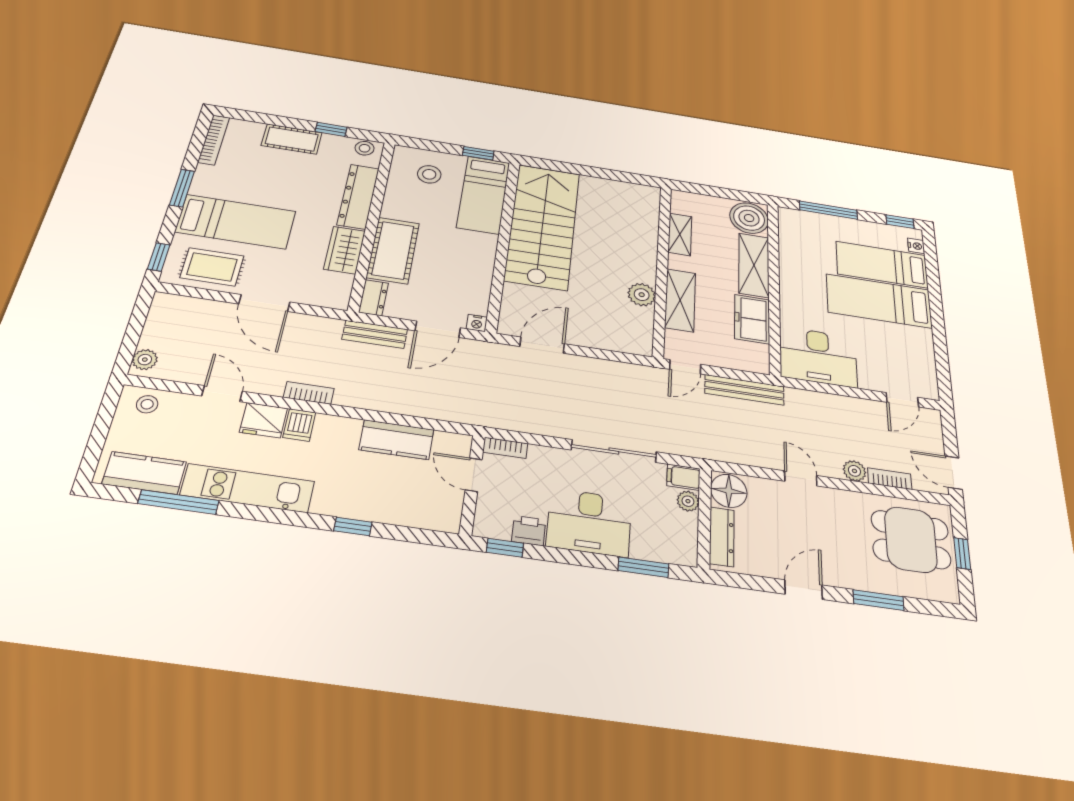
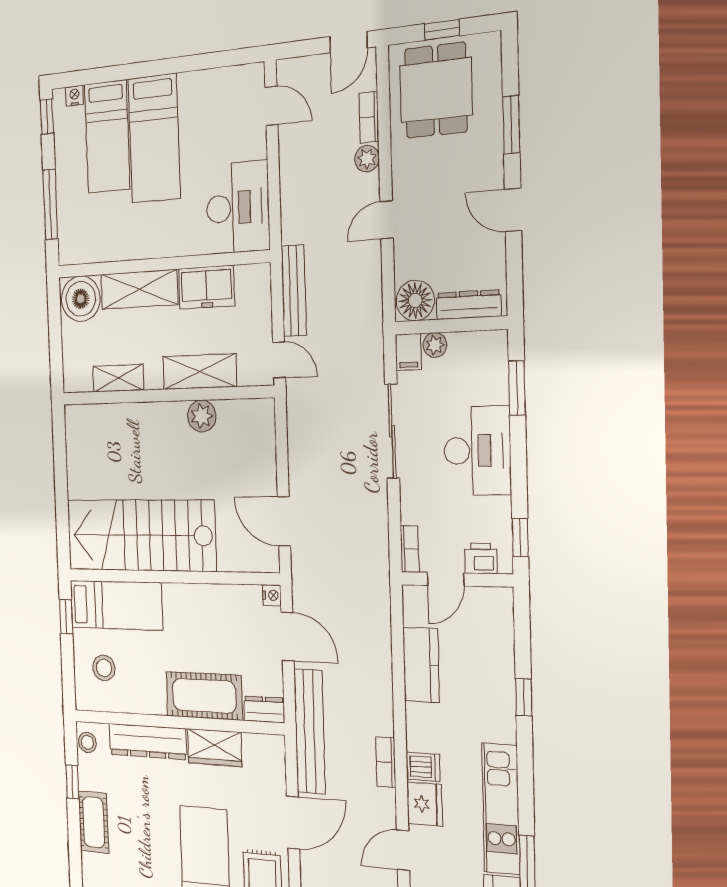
bench: (375, 334) -> (310, 731), width x1.86, depth x1.21
printer: (529, 531) -> (481, 558), moved, turned 90

